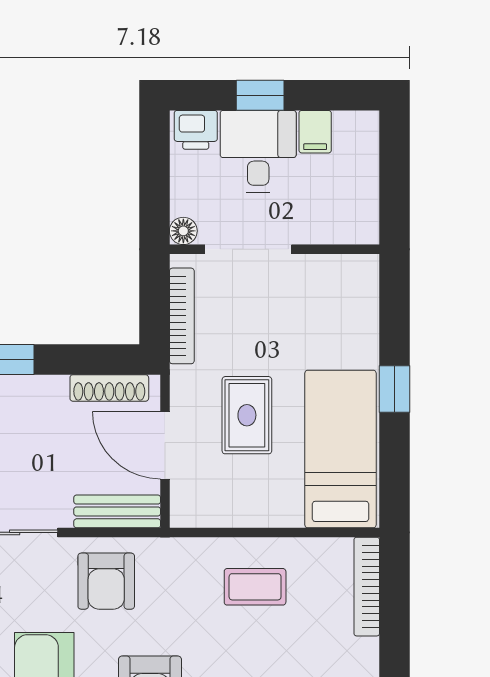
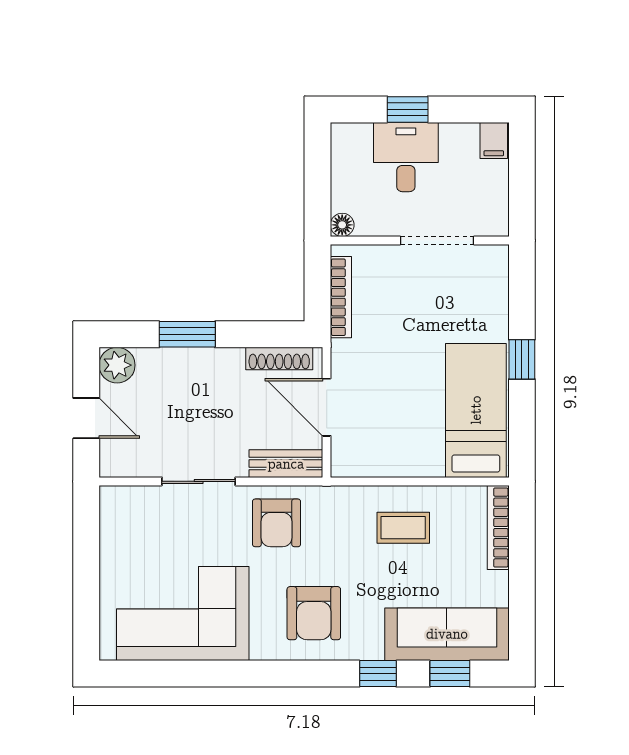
printer: (196, 130) -> (353, 139), removed
filing cabinet: (315, 132) -> (494, 140), moved
doorway: (248, 249) -> (437, 241), moved
rug: (247, 415) -> (396, 382), removed

